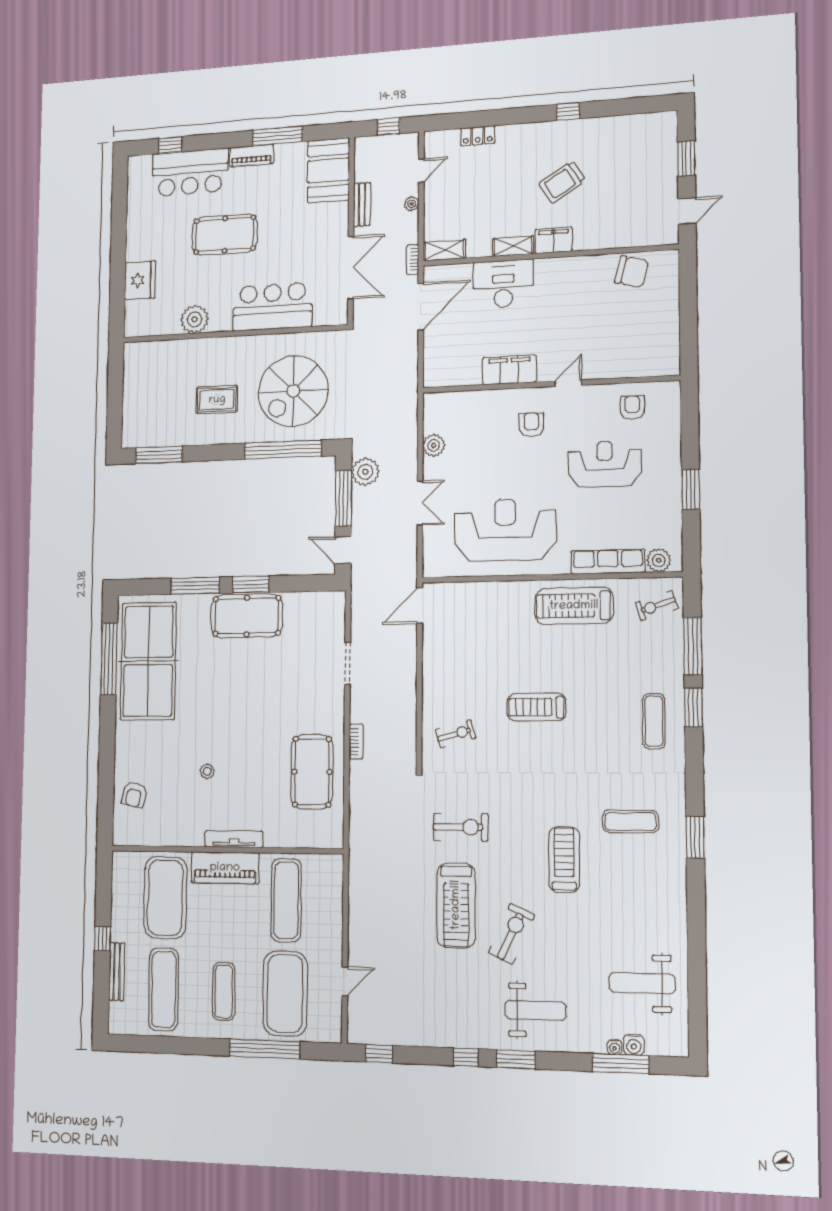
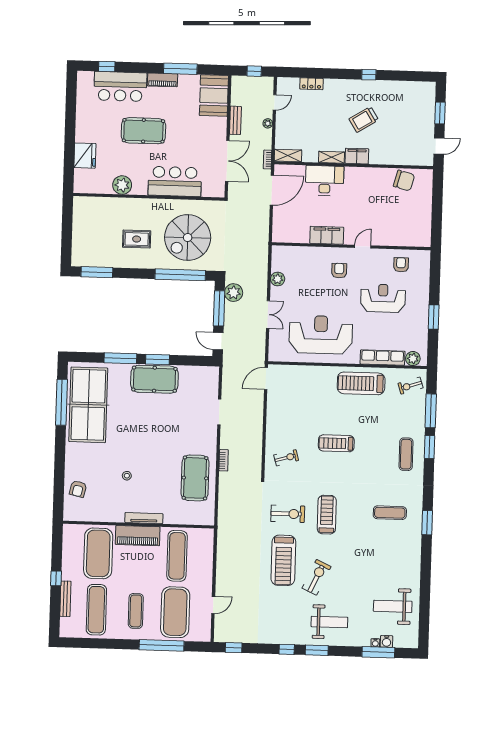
treadmill: (564, 860) -> (327, 515), moved

